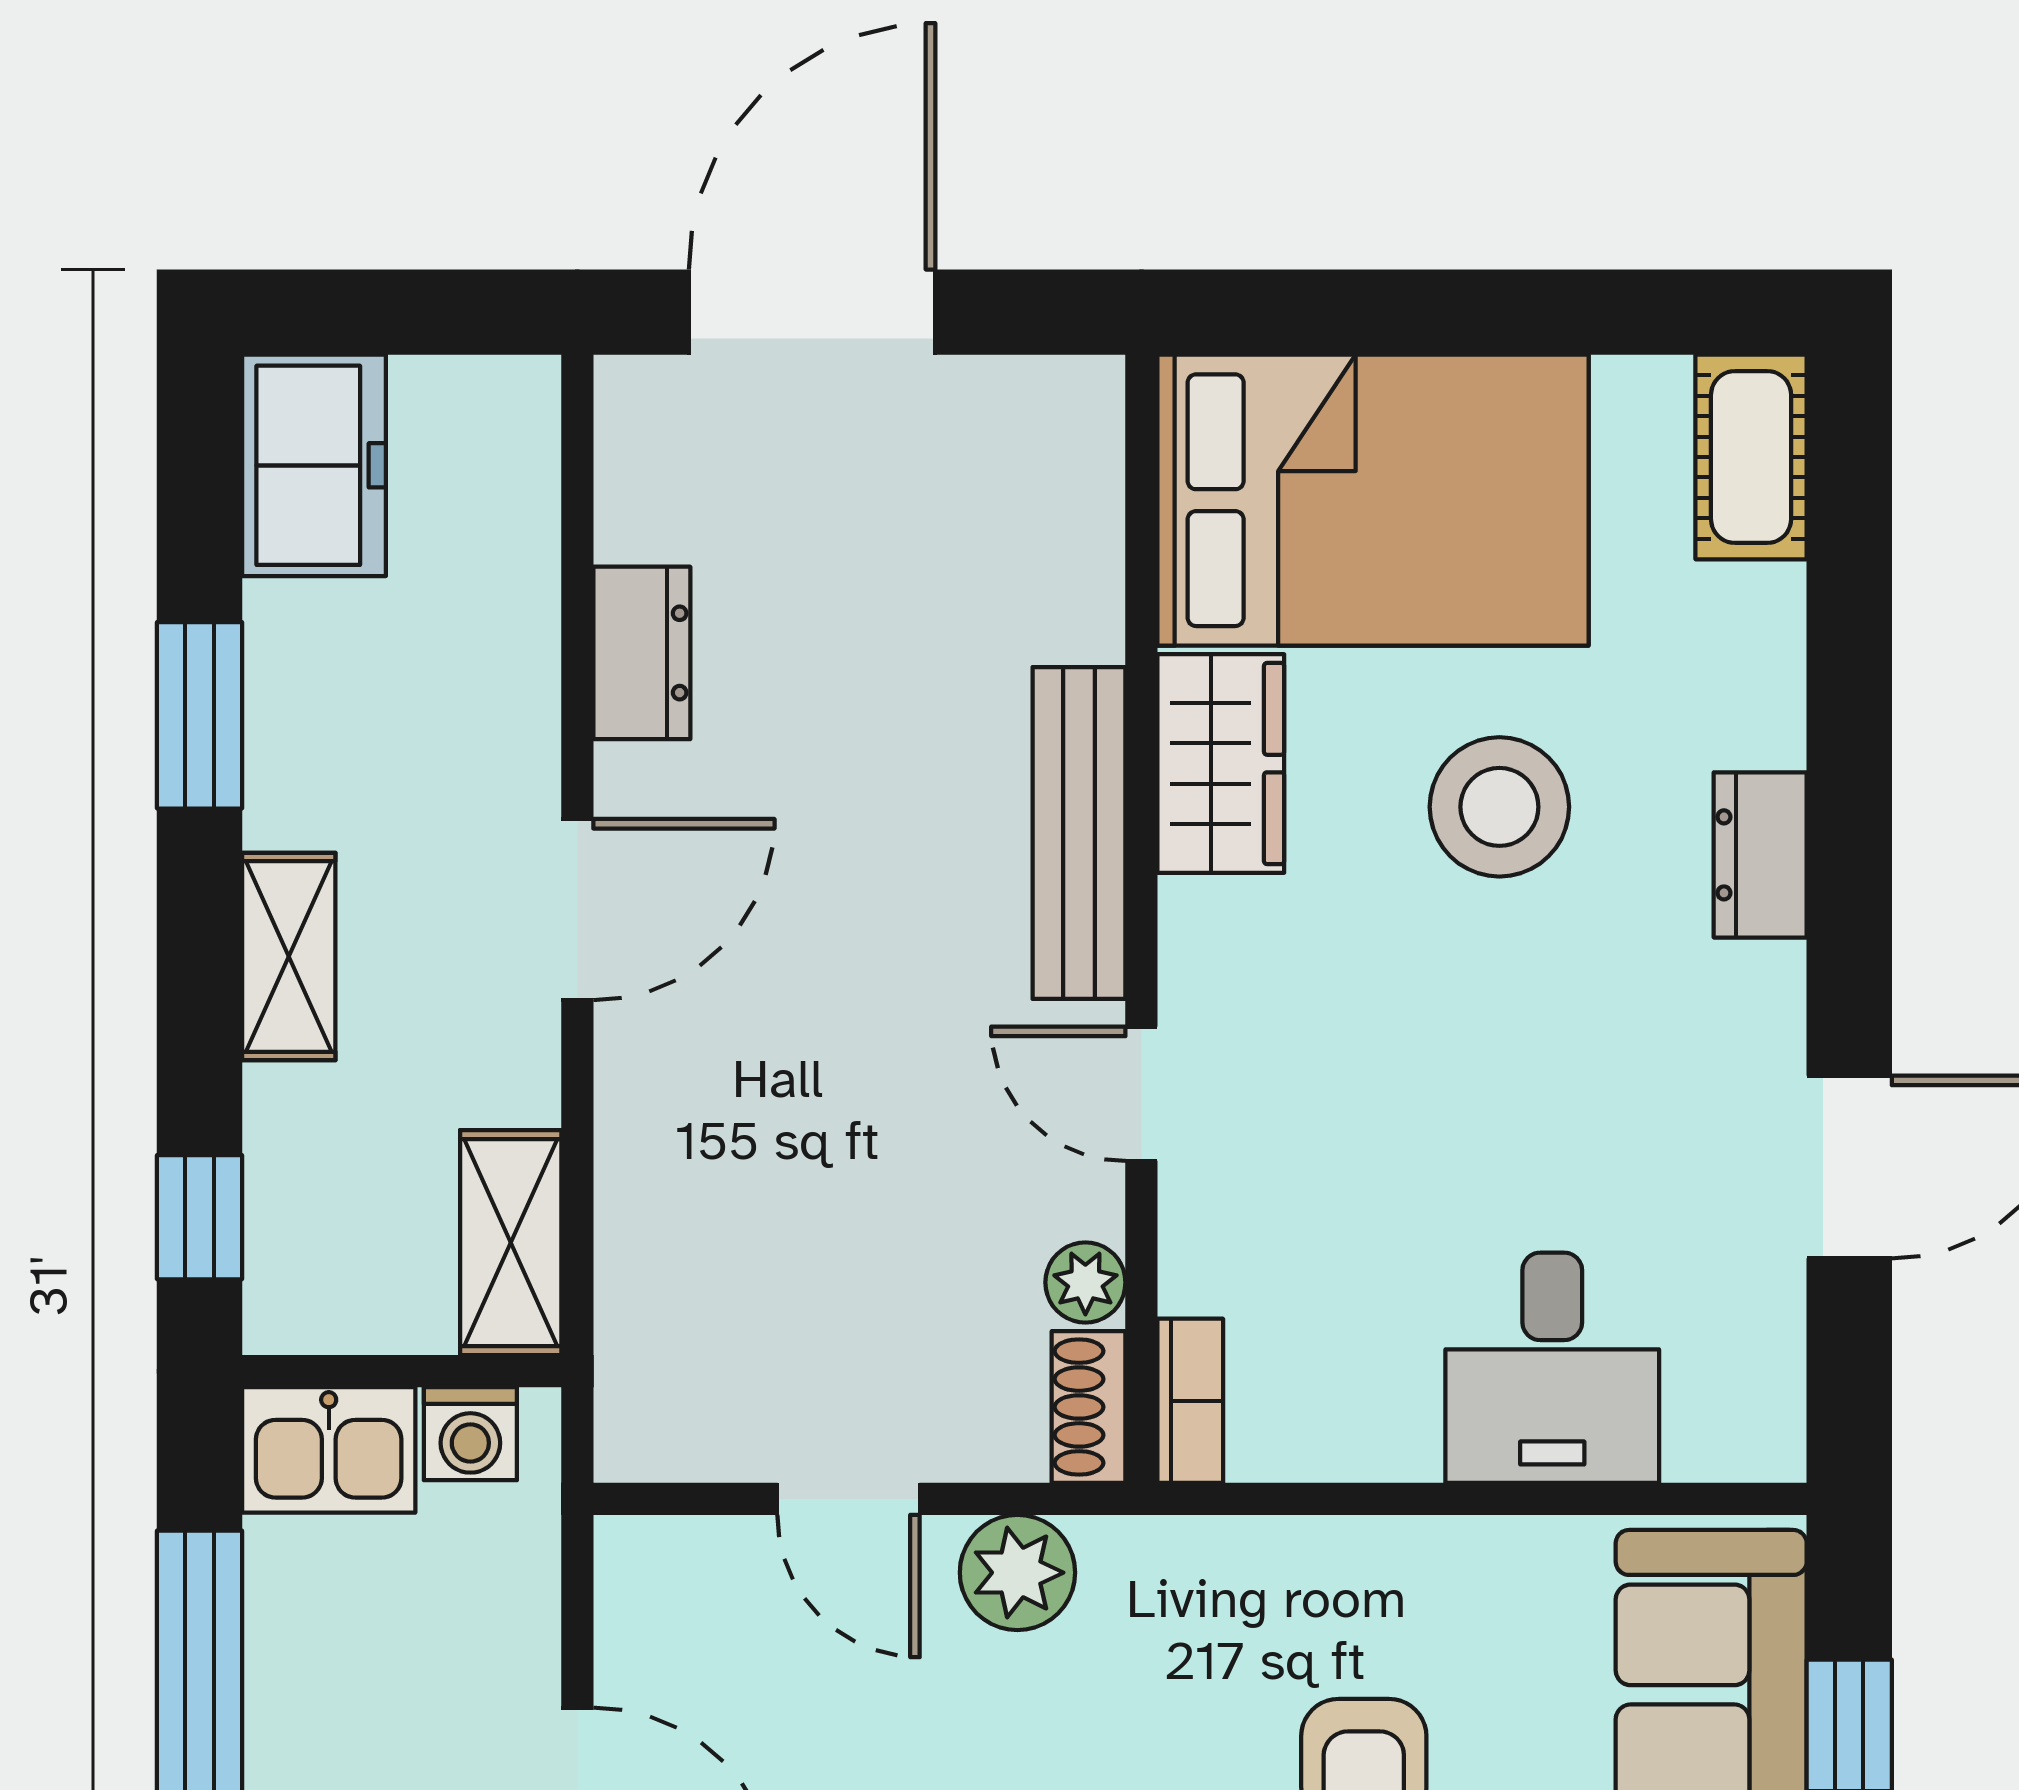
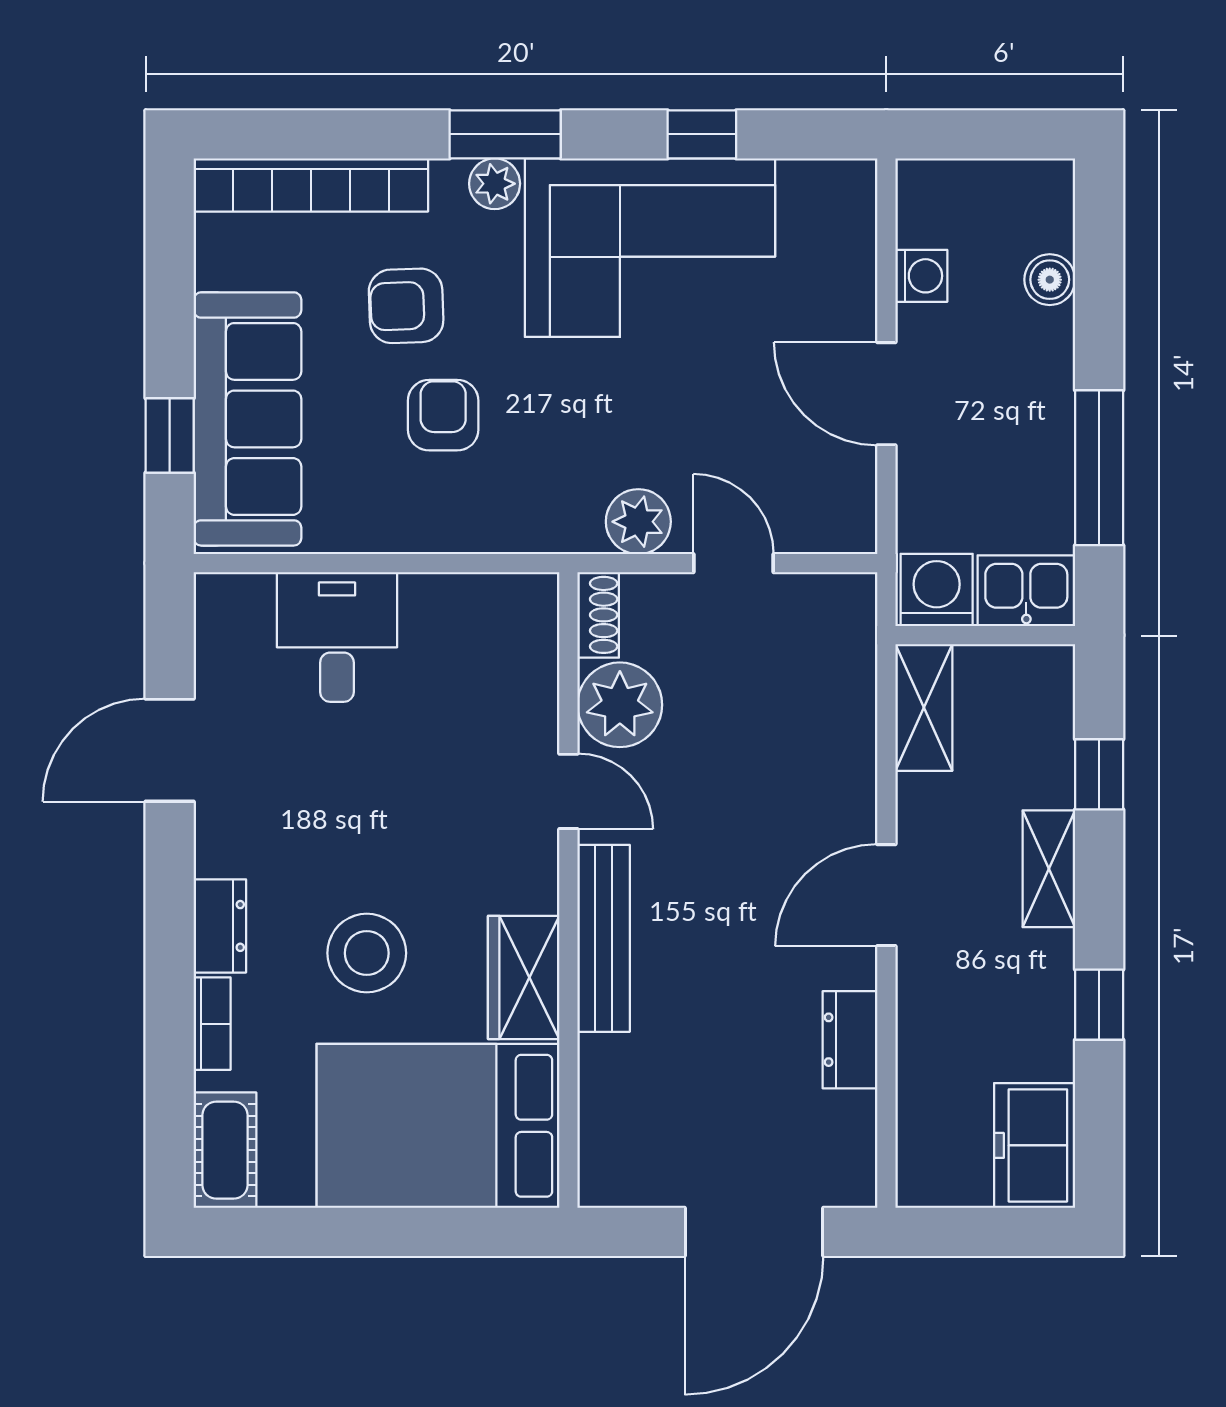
window: (199, 715) -> (1099, 1005), width x0.67
window: (199, 1217) -> (1099, 774), moved
plant: (1085, 1282) -> (620, 705), width x1.88, depth x1.88
bookcase: (1190, 1401) -> (212, 1024), moved, turned 180
washing machine: (470, 1434) -> (937, 590), width x1.38, depth x1.38

